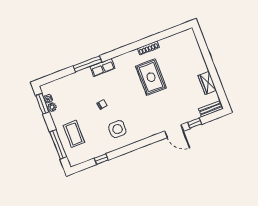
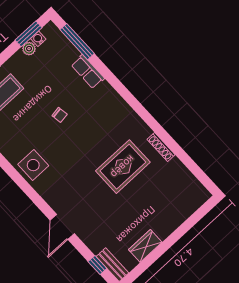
window: (88, 64) -> (77, 42), moved
row of seats: (102, 67) -> (88, 72), moved
window: (195, 123) -> (97, 265), moved
side table: (117, 129) -> (33, 165), moved

